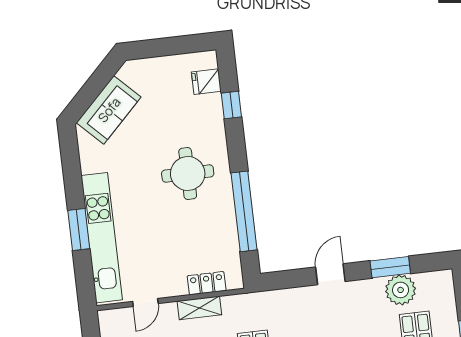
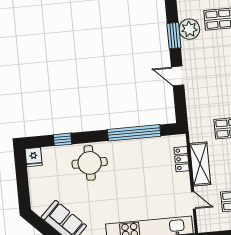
fridge: (206, 82) -> (34, 157), moved
round table: (188, 174) -> (90, 163), moved
shelving: (199, 308) -> (200, 164), width x1.50, depth x1.33

